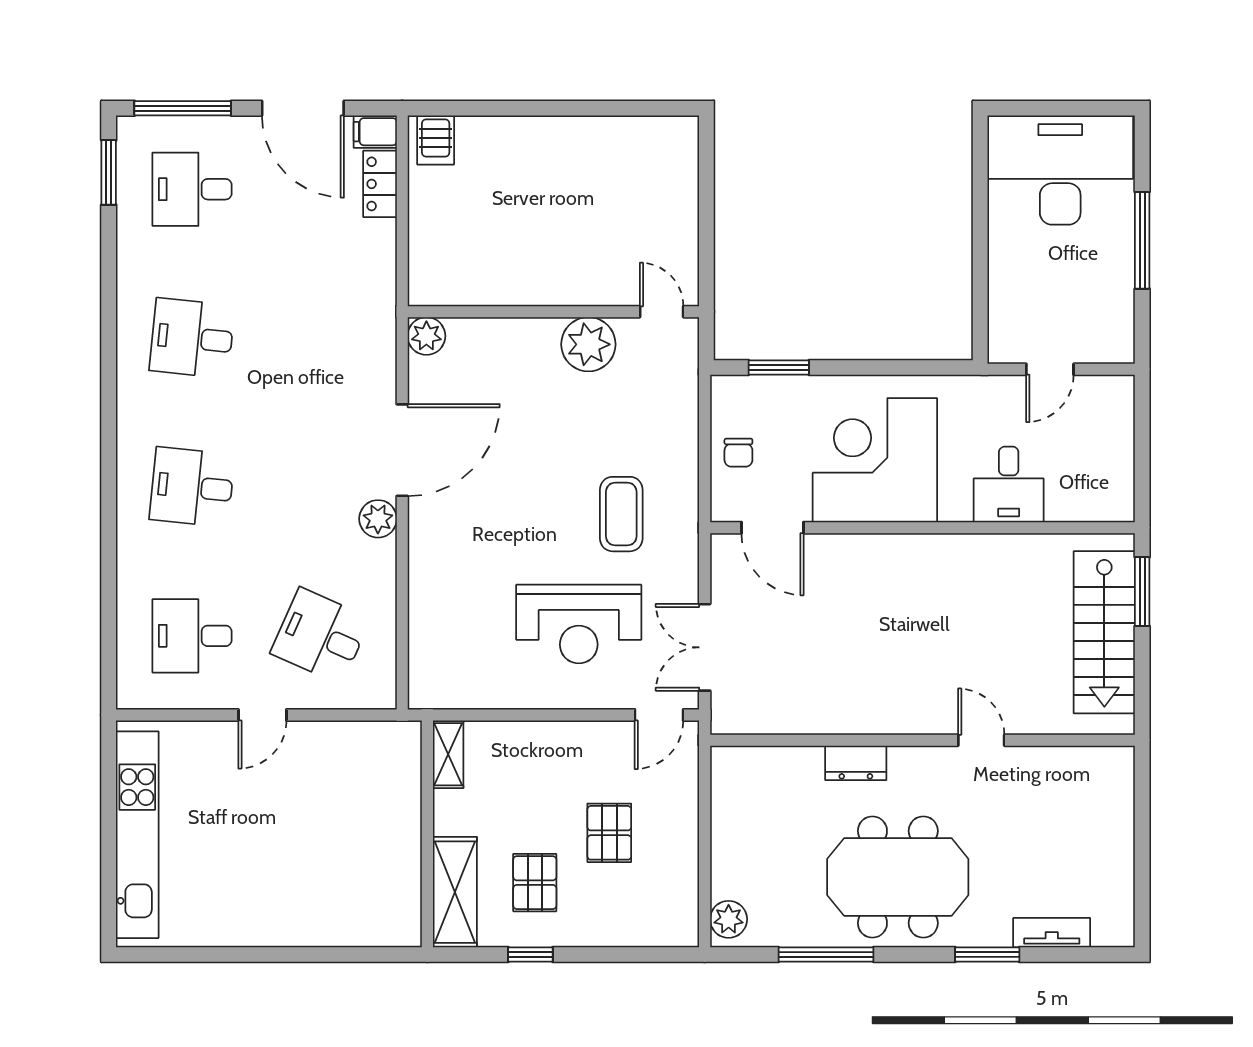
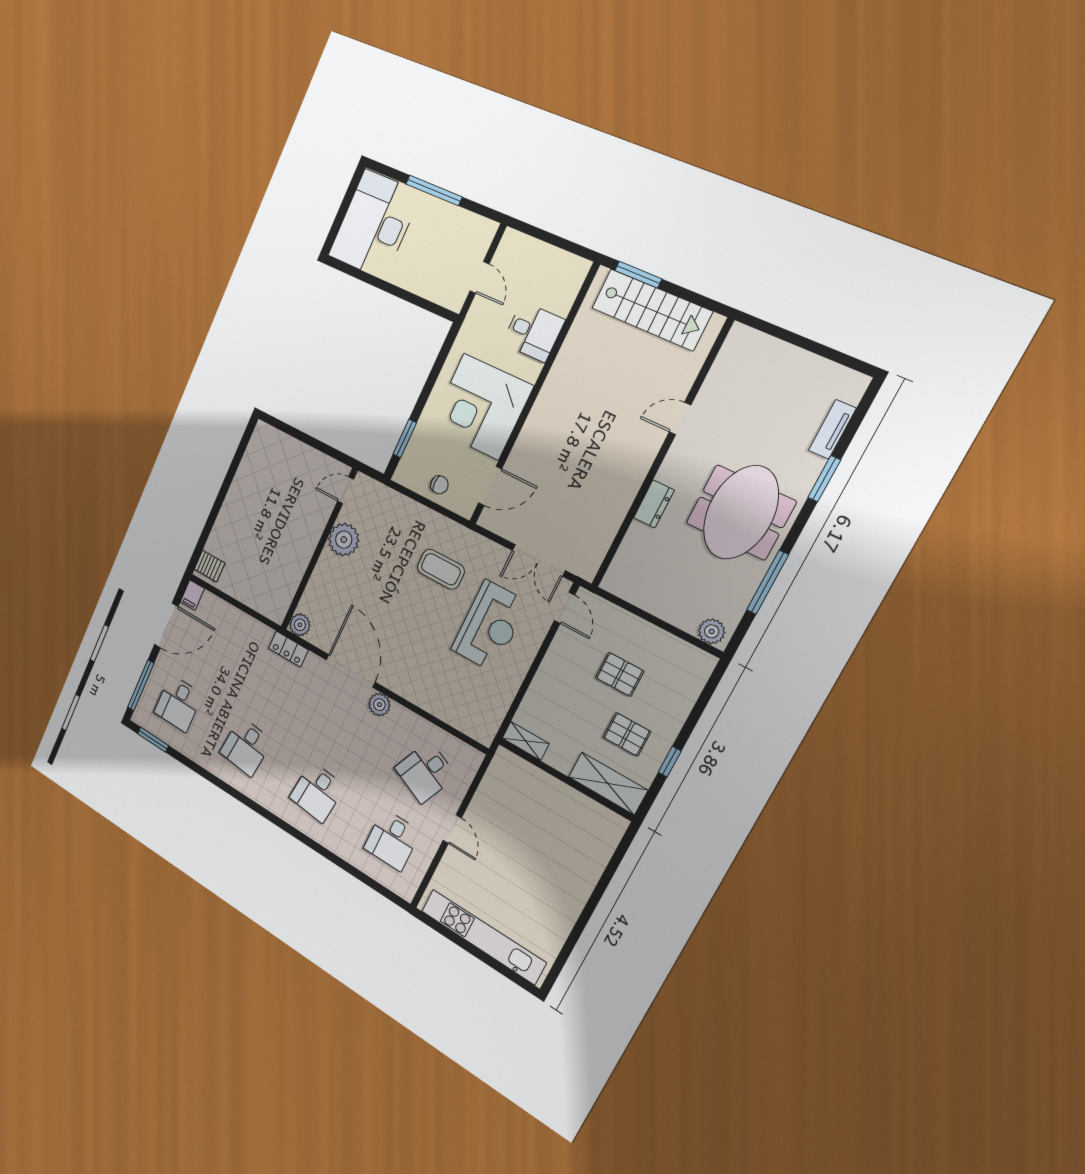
locker: (380, 184) -> (288, 649), moved

